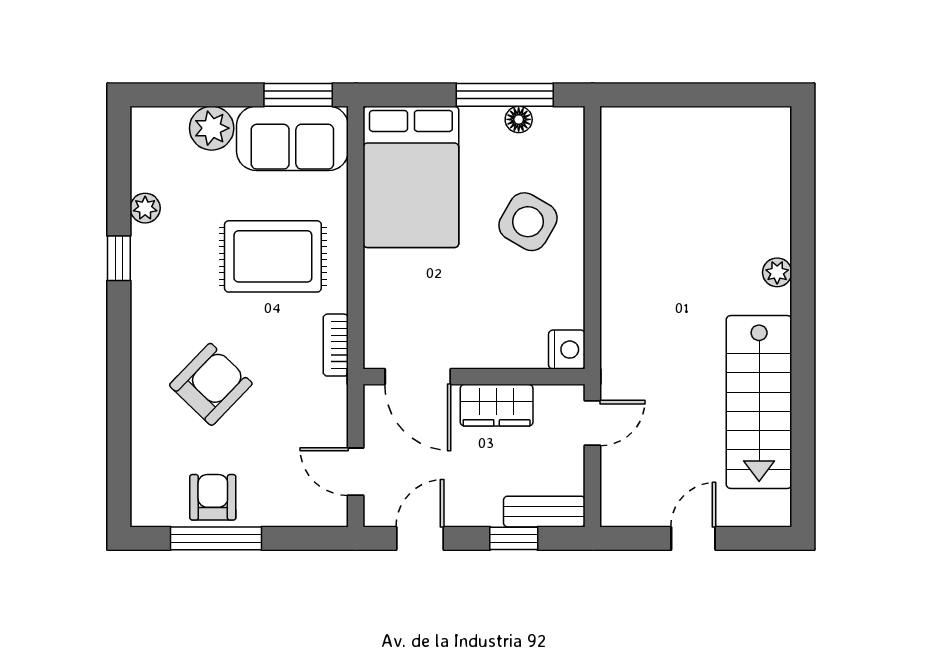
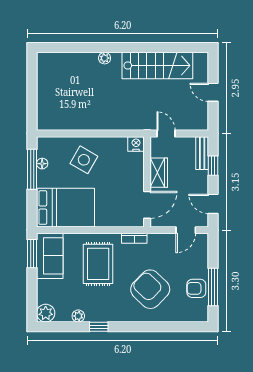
plant: (212, 128) -> (46, 313), moved
armchair: (211, 384) -> (150, 289), width x1.36, depth x1.36

